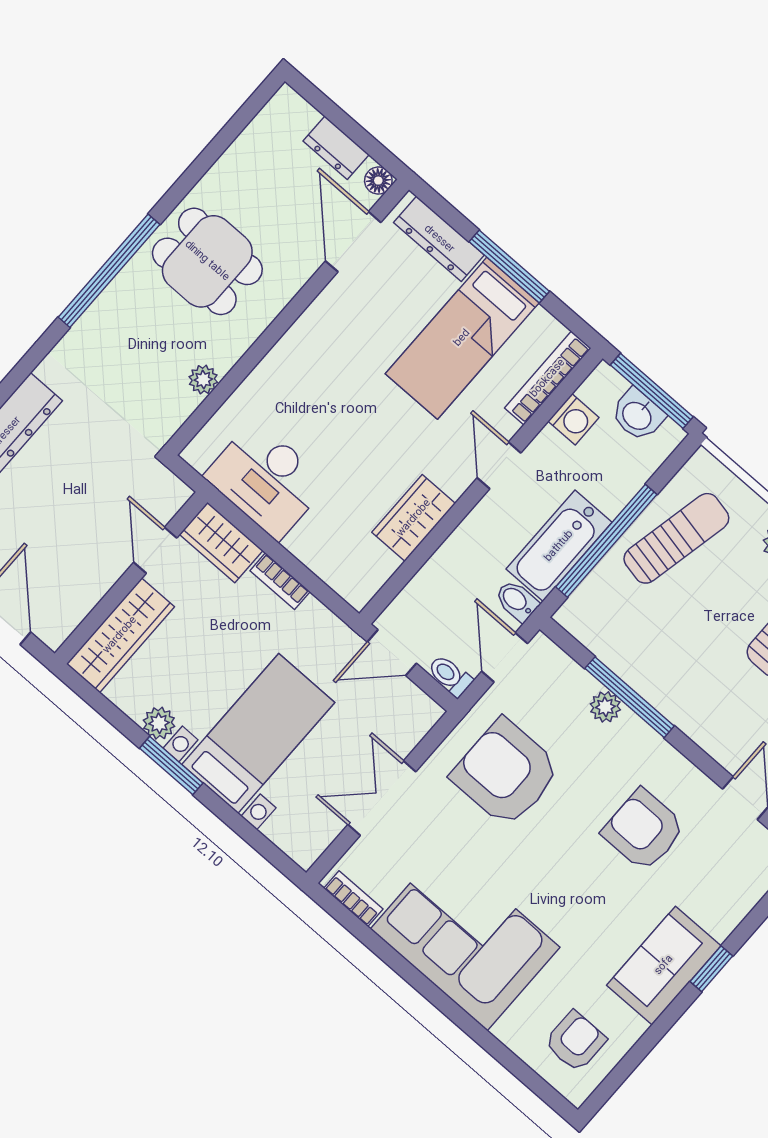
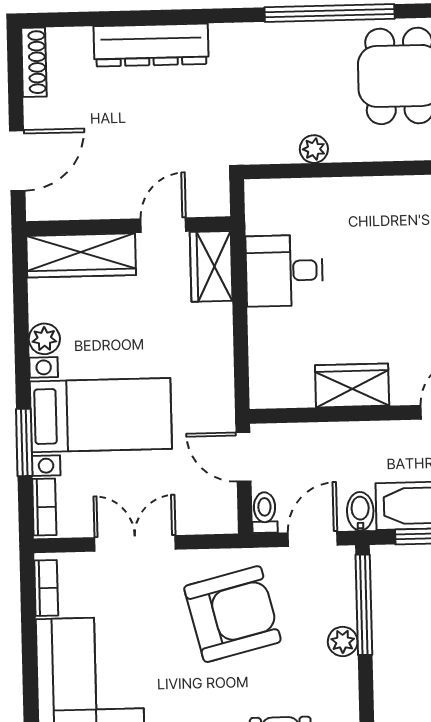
desk: (266, 480) -> (284, 271), width x0.73
bookcase: (280, 581) -> (44, 507), moved, turned 180
window: (630, 697) -> (364, 605), moved
window: (171, 766) -> (24, 442), moved
armchair: (506, 773) -> (232, 614), turned 76

